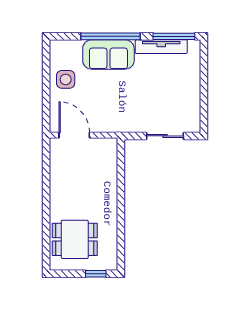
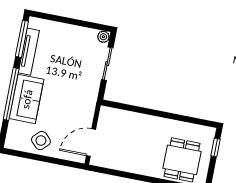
side table: (66, 79) -> (41, 141), turned 45
plant: (194, 126) -> (103, 37), added

